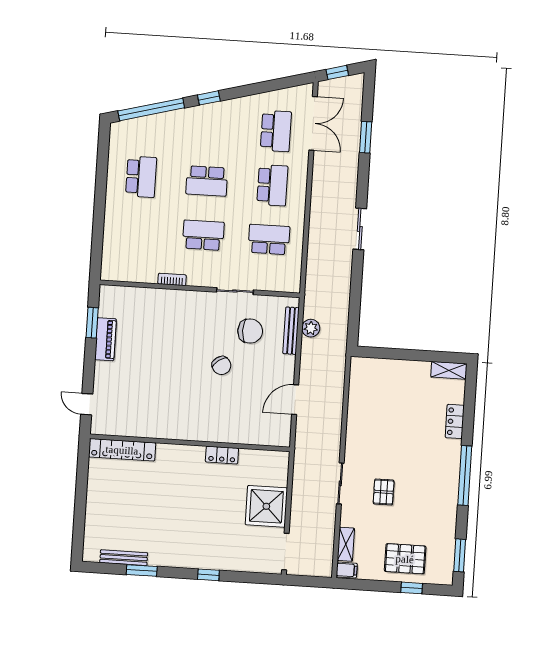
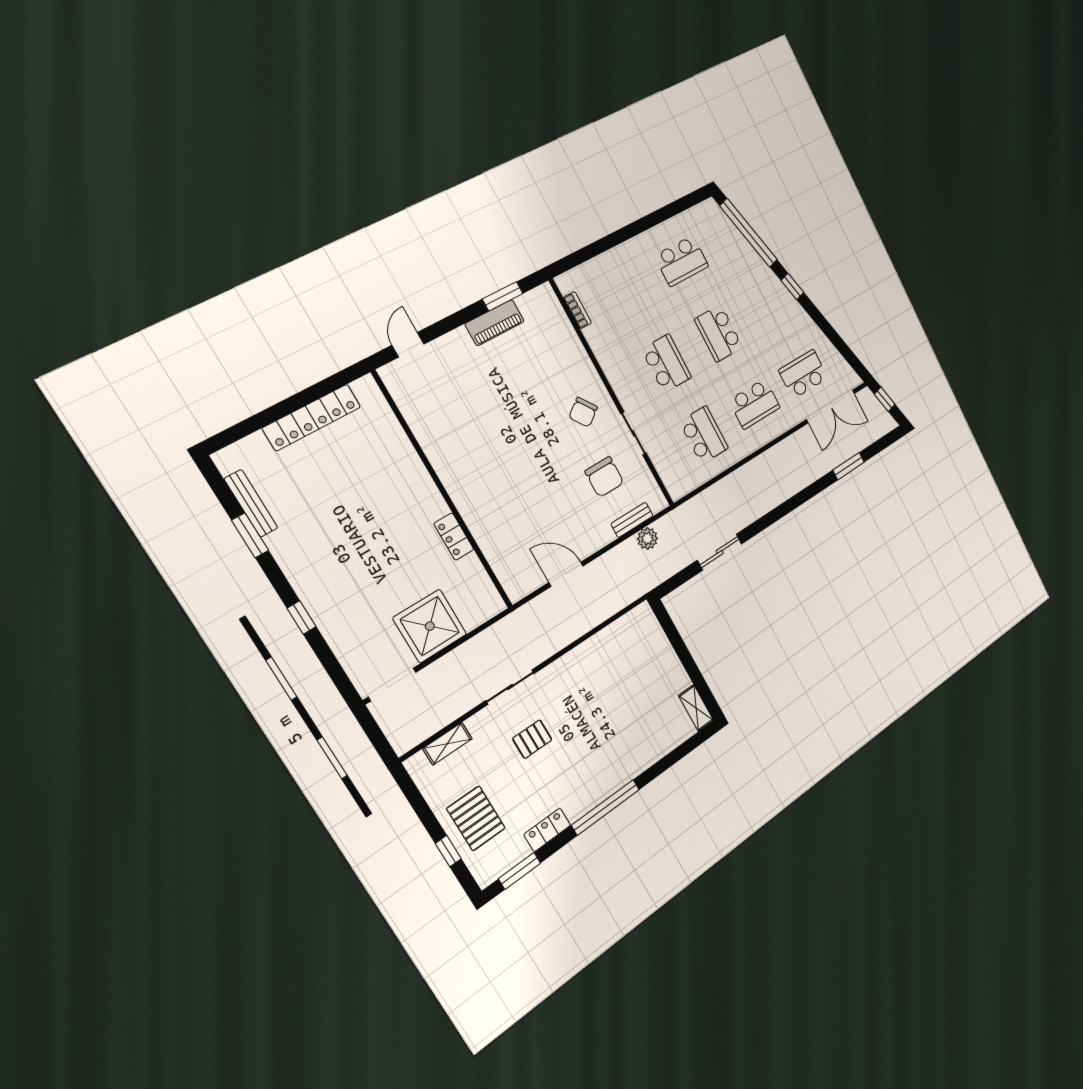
school desk: (276, 131) -> (803, 374), turned 180
sliding door: (360, 229) -> (720, 552), moved
bookcase: (172, 279) -> (577, 310), moved
bench: (291, 331) -> (632, 520), width x0.73
chair: (221, 366) -> (583, 412), moved
locker: (455, 421) -> (547, 830), moved
locker: (122, 450) -> (312, 417), moved, turned -90
filing cabinet: (347, 570) -> (419, 767), removed

